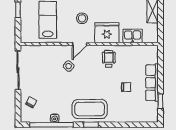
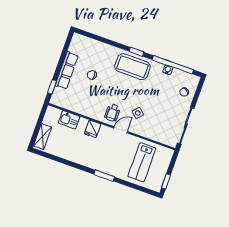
stool: (82, 18) -> (110, 153), removed
fridge: (107, 33) -> (93, 129), width x0.53, depth x0.75
wheelchair: (109, 59) -> (112, 113), moved
window: (160, 101) -> (52, 87), moved

